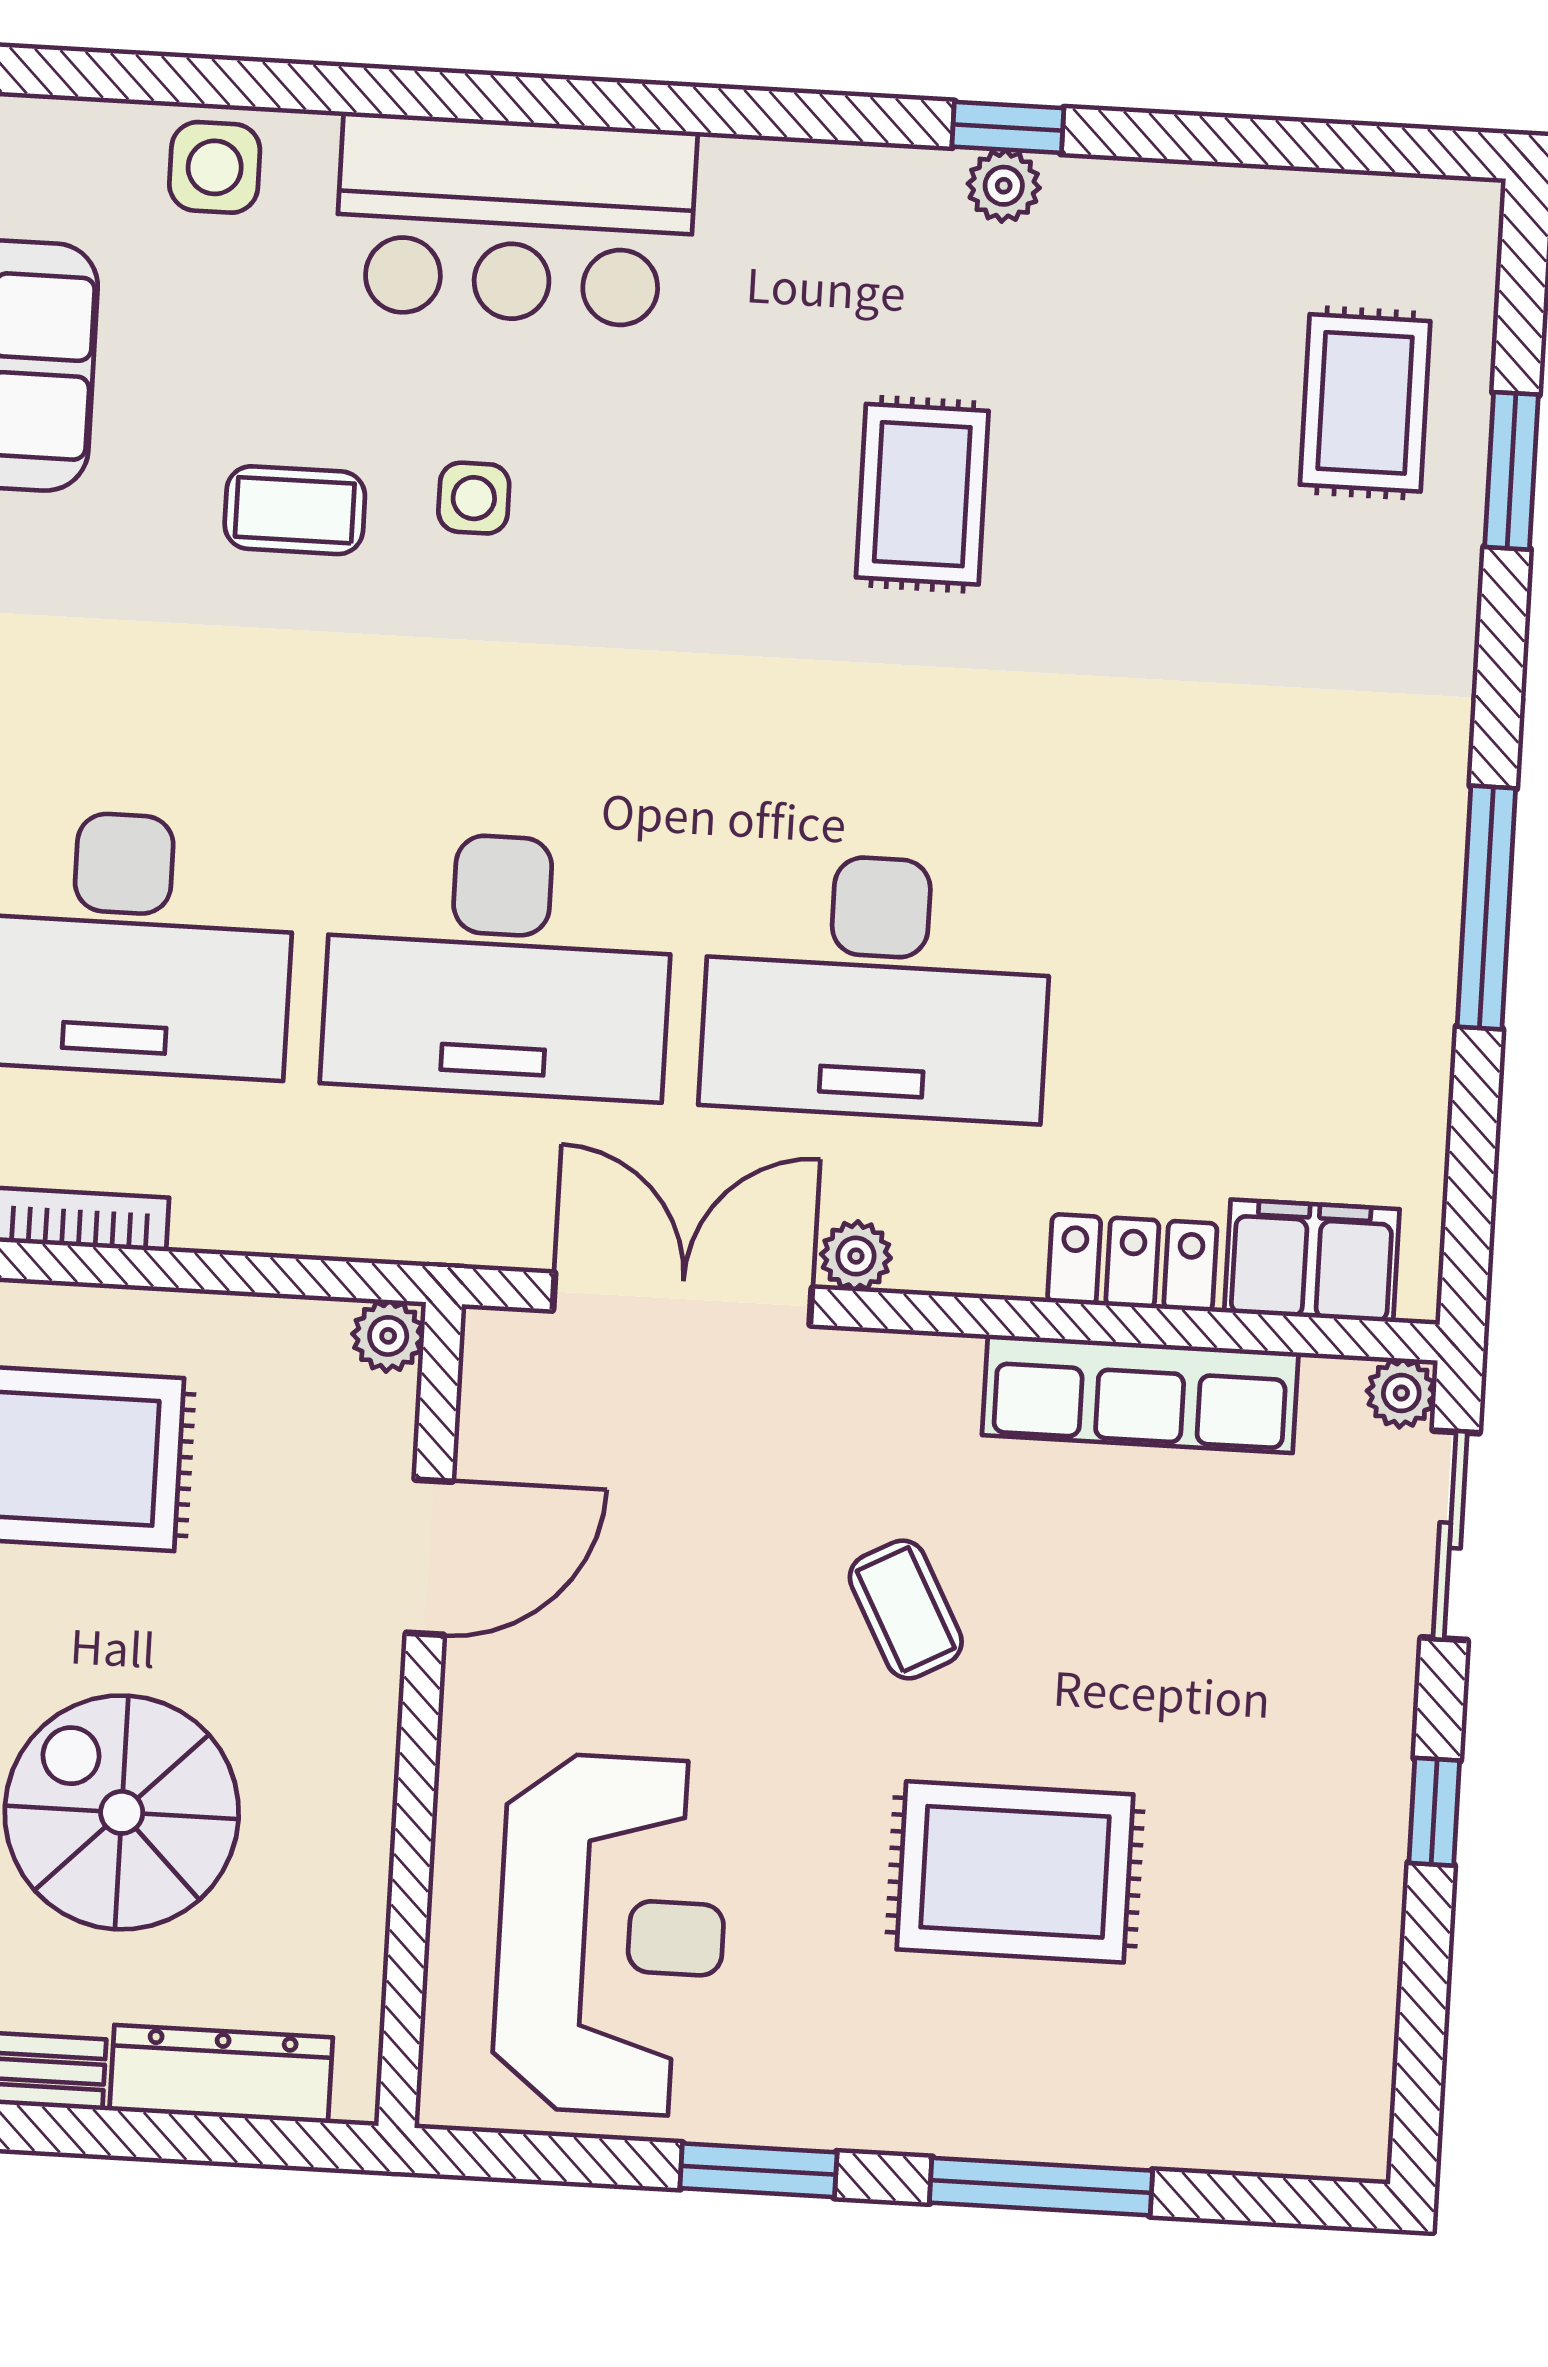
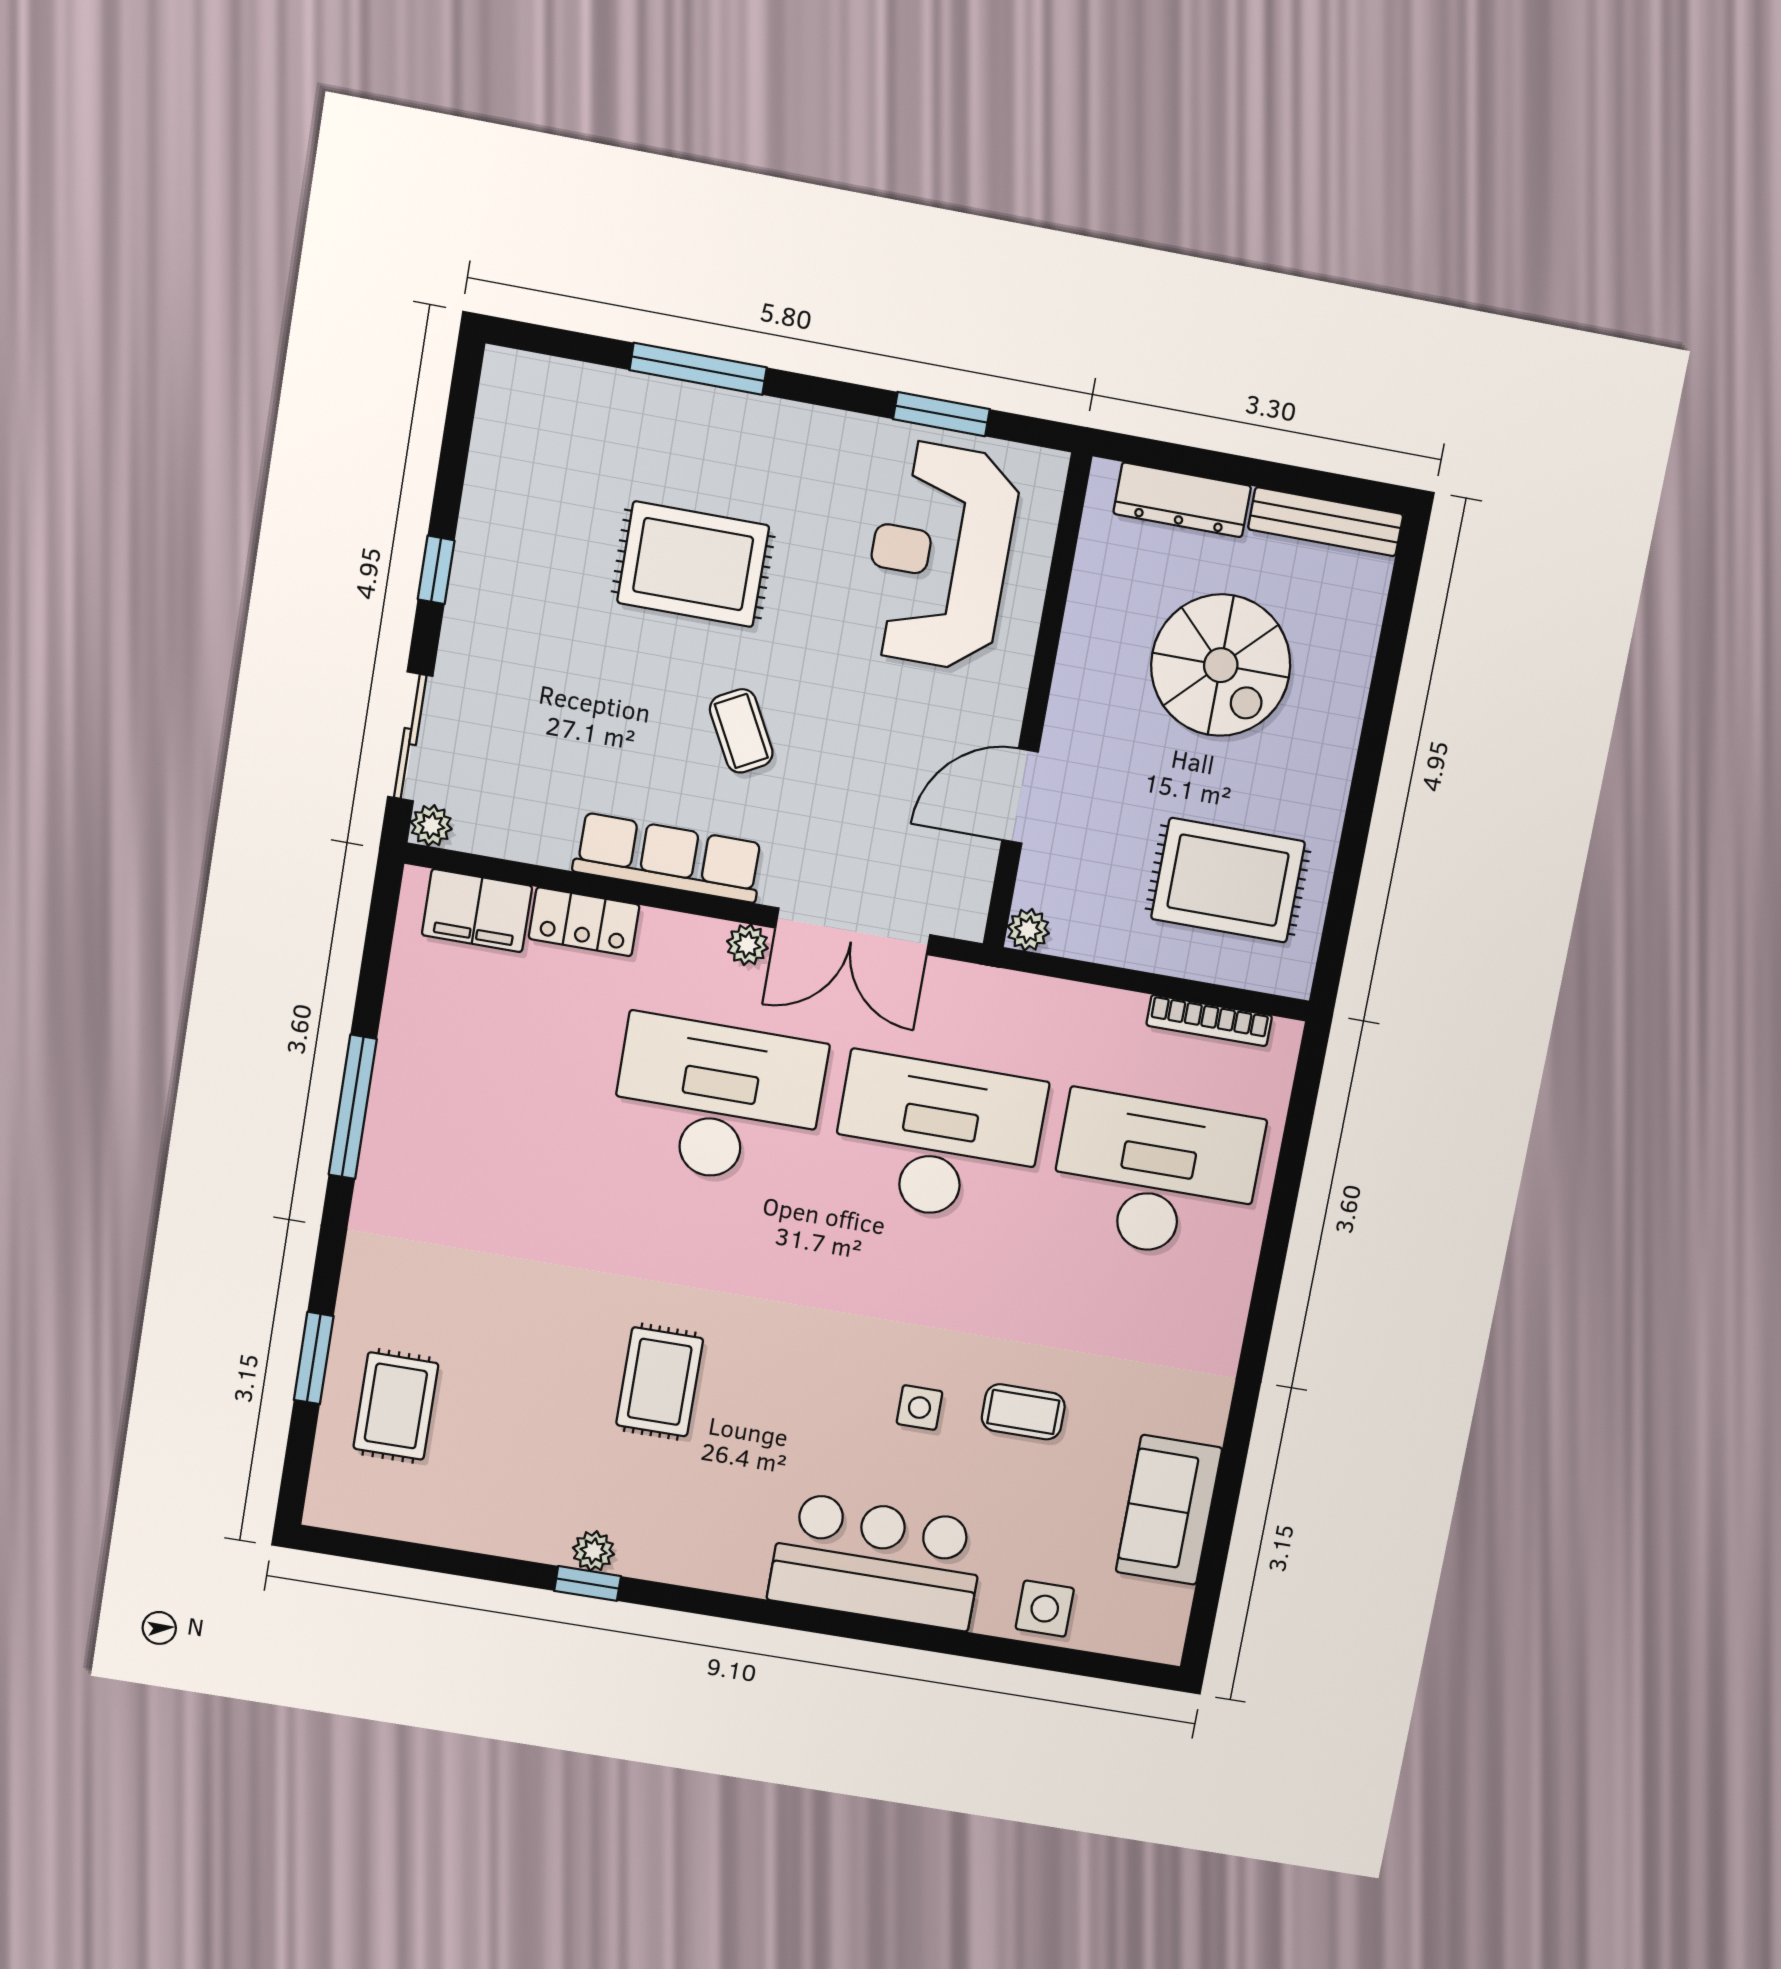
row of seats: (1140, 1394) -> (668, 858), moved
window: (758, 2170) -> (941, 414), moved

